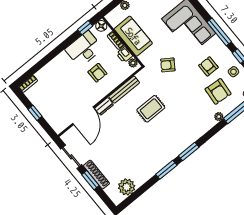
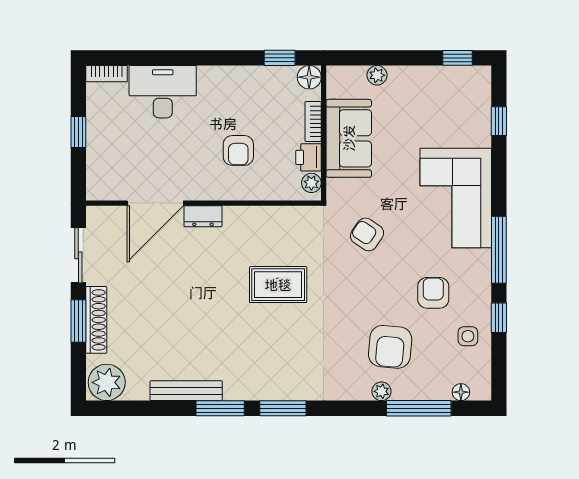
desk: (84, 49) -> (163, 92), moved
bench: (124, 90) -> (186, 391), moved
armchair: (218, 91) -> (390, 347), moved
plant: (127, 187) -> (107, 382), moved

